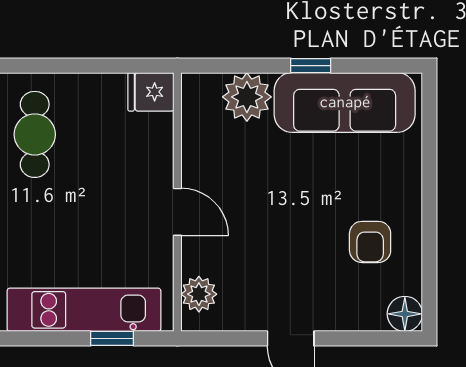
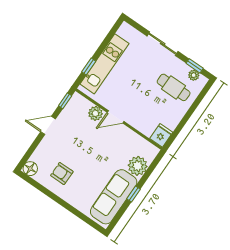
plant: (199, 294) -> (95, 113), moved
window: (216, 338) -> (65, 101), added

